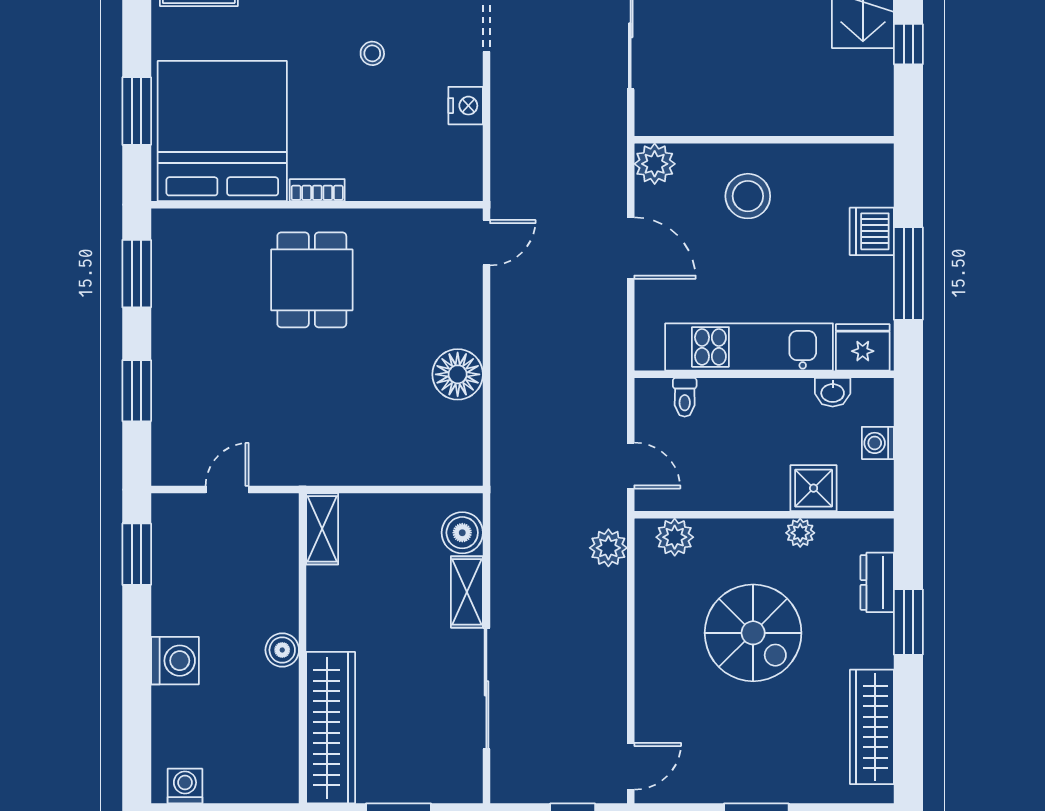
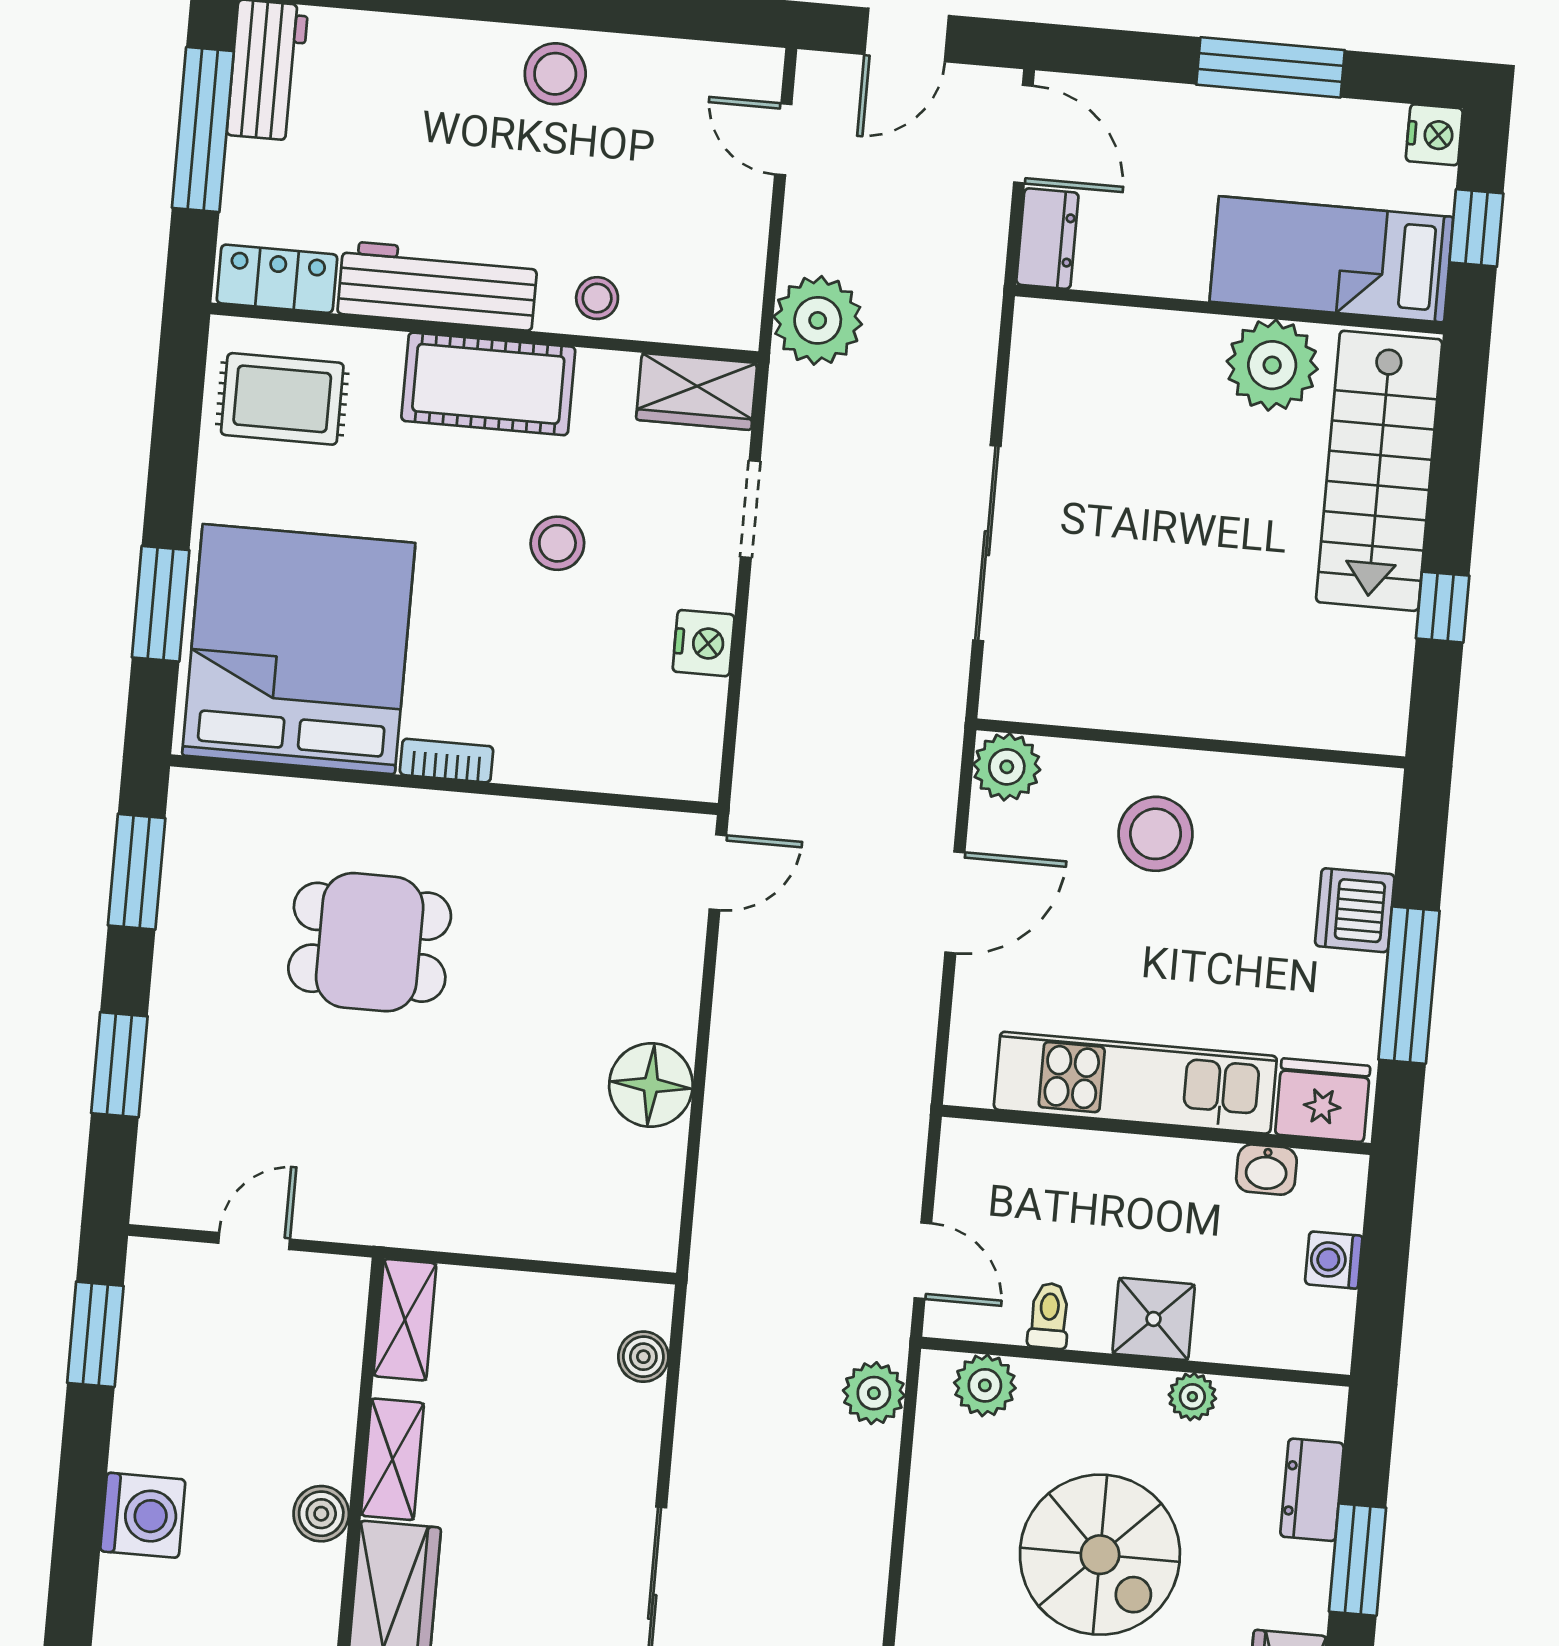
stool: (372, 53) -> (557, 543), width x1.37, depth x1.37
door: (631, 248) -> (955, 902), hinge flipped
dining table: (312, 280) -> (370, 942), moved, turned 90
toilet: (685, 397) -> (1049, 1316), moved, turned 180
shower: (814, 488) -> (1154, 1319), moved
boiler: (462, 533) -> (643, 1357), width x0.73, depth x0.73
shelving: (467, 592) -> (392, 1459), moved

